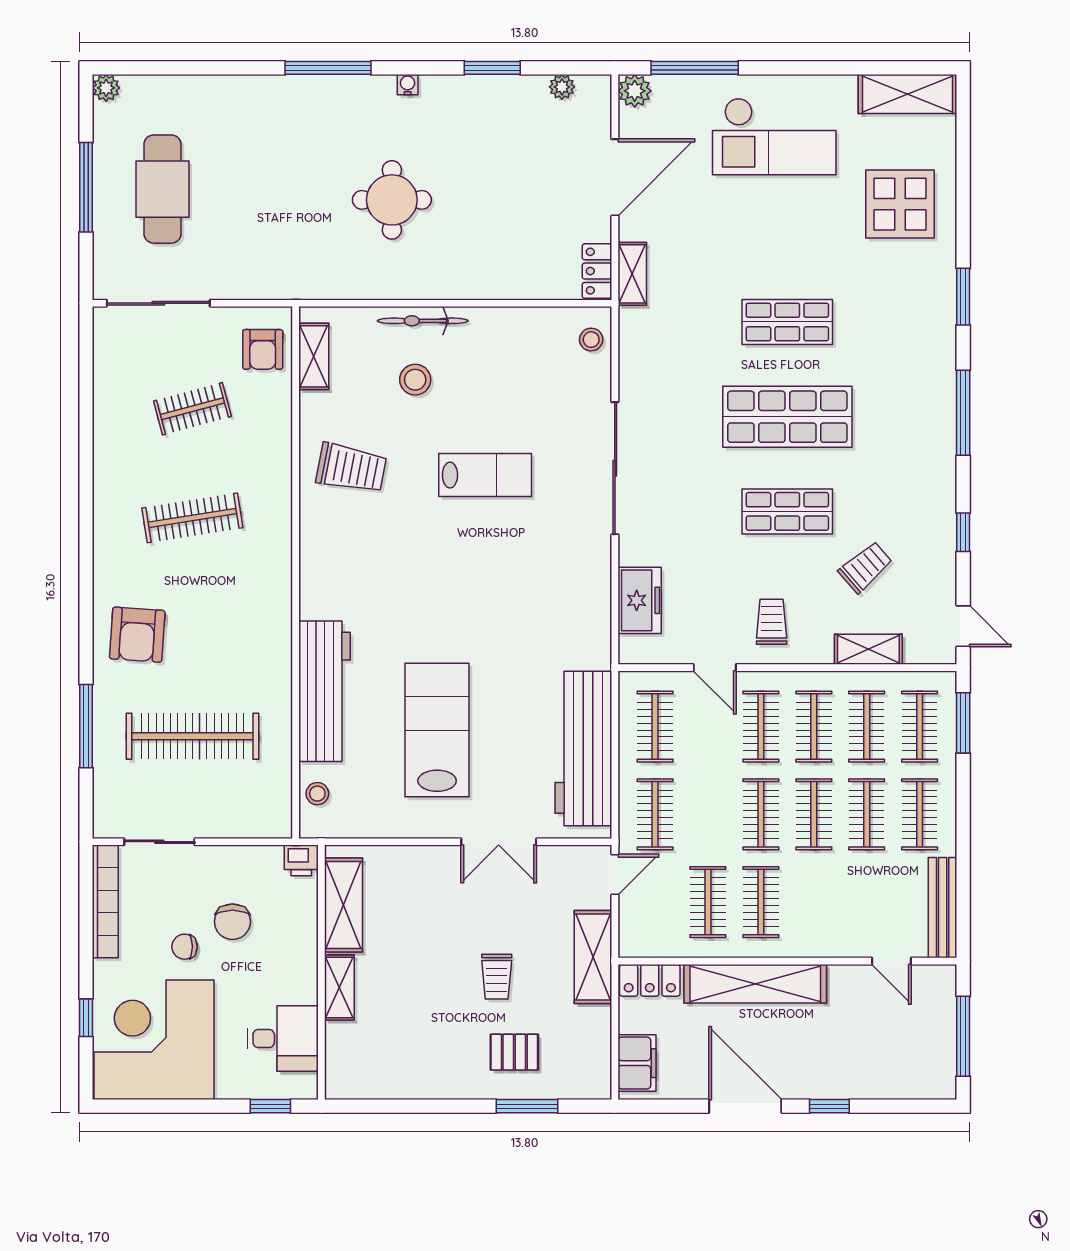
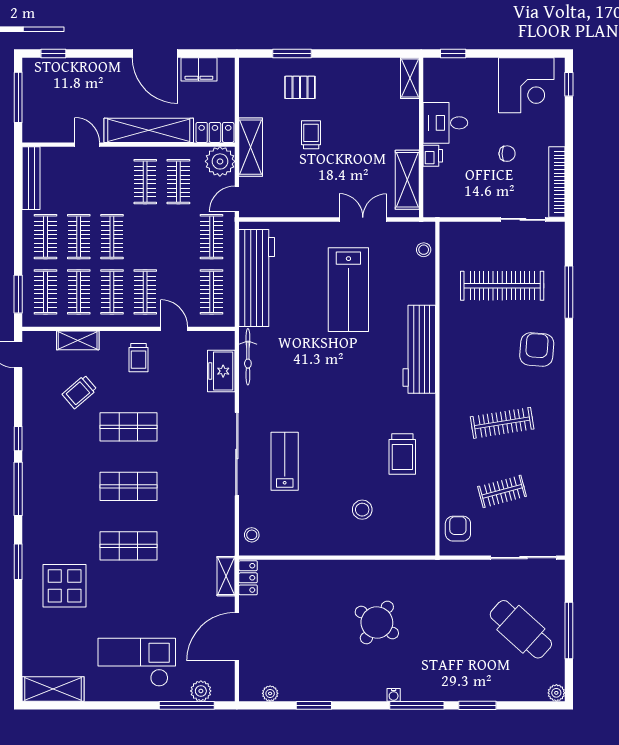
window: (232, 68) -> (477, 705), added
water cooler: (408, 85) -> (394, 695), moved
plant: (635, 91) -> (201, 691), moved
cafe table: (163, 189) -> (521, 629), turned -48
round table: (392, 200) -> (377, 622), turned 34
display table: (900, 204) -> (65, 586), moved
bicycle: (423, 321) -> (248, 357), moved, turned 90
shelving: (314, 356) -> (426, 524), removed
shop shelf: (787, 417) -> (129, 486), width x0.70, depth x0.74
trolley: (351, 468) -> (402, 454), turned -101
lab bench: (485, 475) -> (285, 461), moved, turned 90
window: (963, 532) -> (18, 439), moved
workbench: (324, 691) -> (419, 349), moved
clothes rail: (761, 814) -> (145, 237), removed
double door: (499, 842) -> (363, 219), moved
printer: (301, 860) -> (433, 156), moved, turned 90
chair: (232, 922) -> (477, 169), removed
plant: (642, 934) -> (220, 161), added
door: (891, 961) -> (87, 145), moved
shelving: (339, 987) -> (410, 78), moved
window: (86, 1018) -> (569, 84), moved
desk: (283, 1039) -> (445, 123), moved
corner desk: (154, 1040) -> (526, 85), width x0.74, depth x0.74
filing cabinet: (637, 1063) -> (199, 69), moved, turned -90
window: (829, 1106) -> (53, 53), moved

